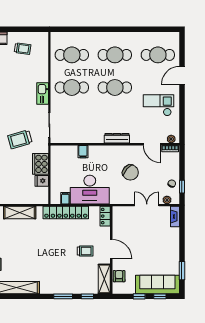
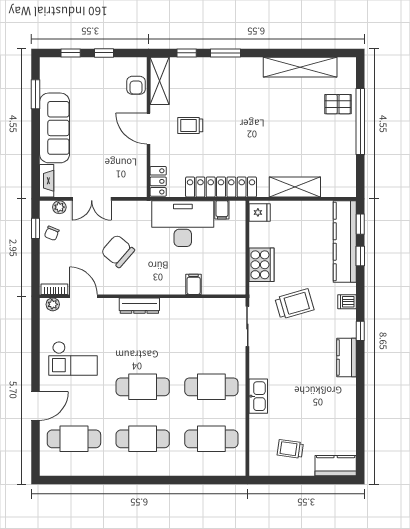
kitchen sink: (43, 93) -> (258, 396), moved
fridge: (42, 181) -> (260, 212), moved
sofa: (157, 285) -> (55, 128), moved, turned -90

